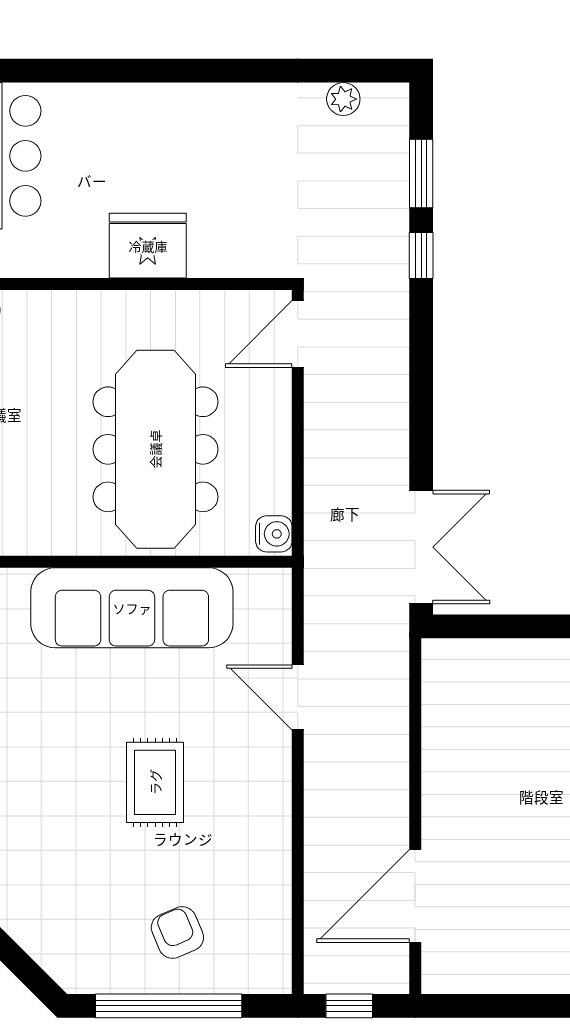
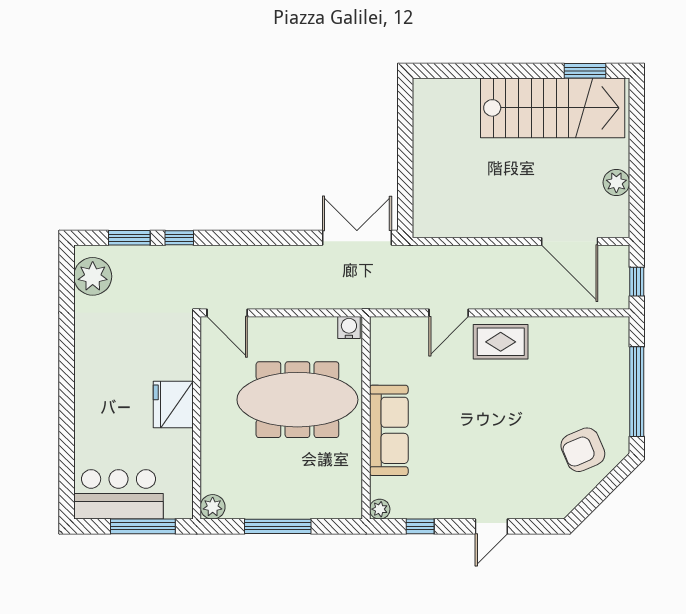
plant: (343, 99) -> (93, 276), width x1.88, depth x1.88
sofa: (132, 608) -> (389, 430), width x0.74, depth x0.79
rug: (155, 782) -> (501, 342), moved
armchair: (177, 933) -> (583, 450), moved, width x1.38, depth x1.38
plant: (512, 973) -> (616, 182), added

